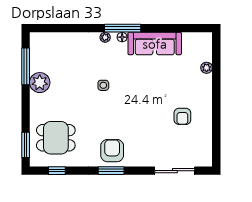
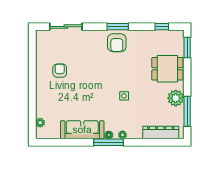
dresser: (58, 40) -> (161, 133), added
plant: (207, 68) -> (40, 123), moved
dining table: (56, 138) -> (167, 69), moved

